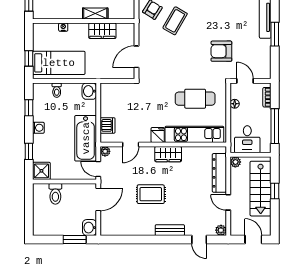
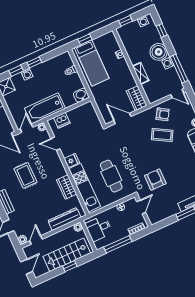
wardrobe: (102, 31) -> (137, 98), moved
window: (29, 108) -> (34, 62), moved
washing machine: (38, 128) -> (27, 74), moved
wardrobe: (168, 154) -> (67, 187), moved
door: (228, 202) -> (36, 240), moved

